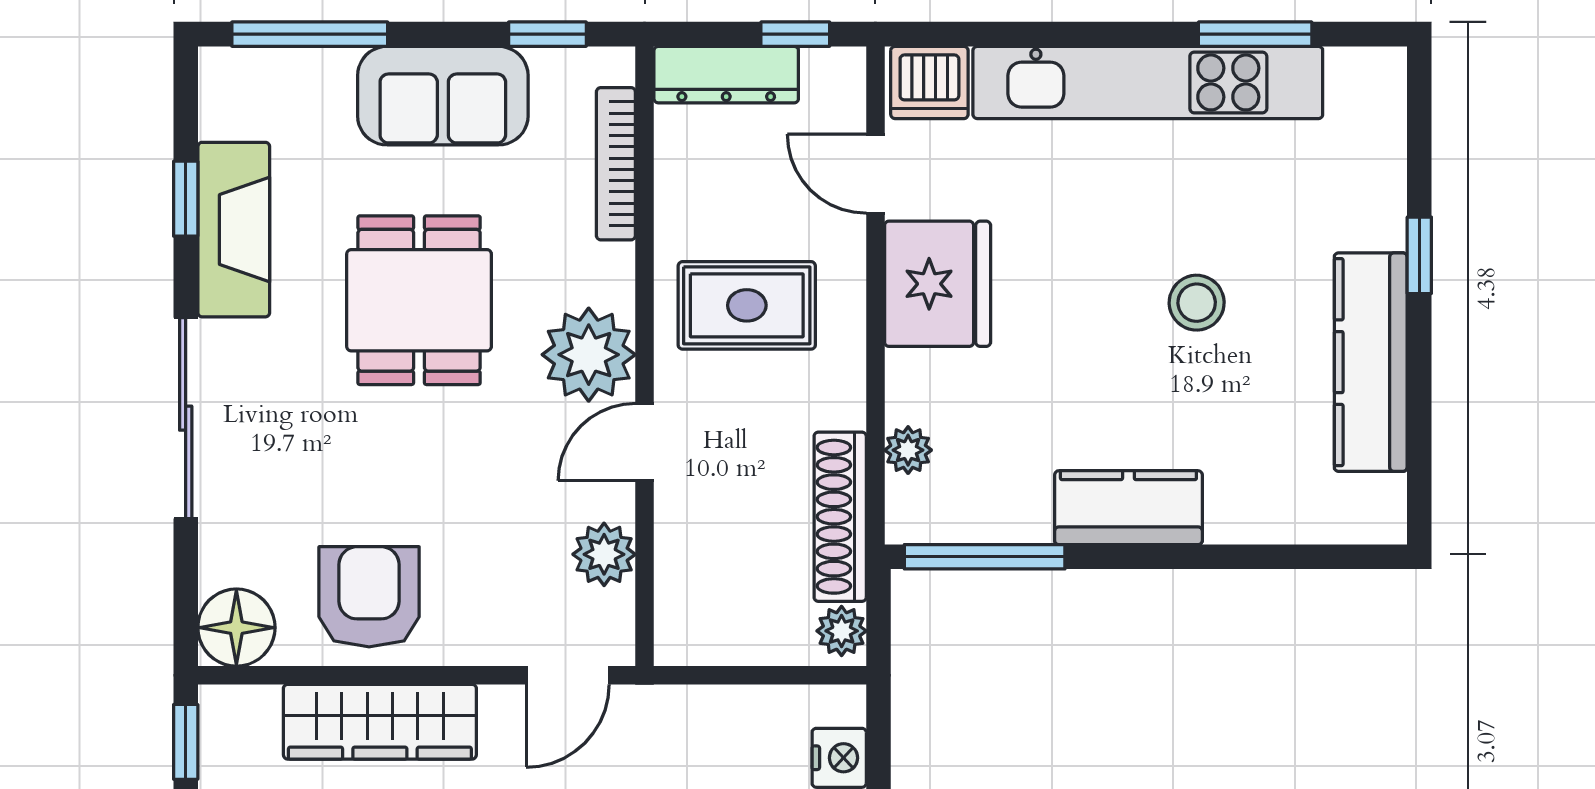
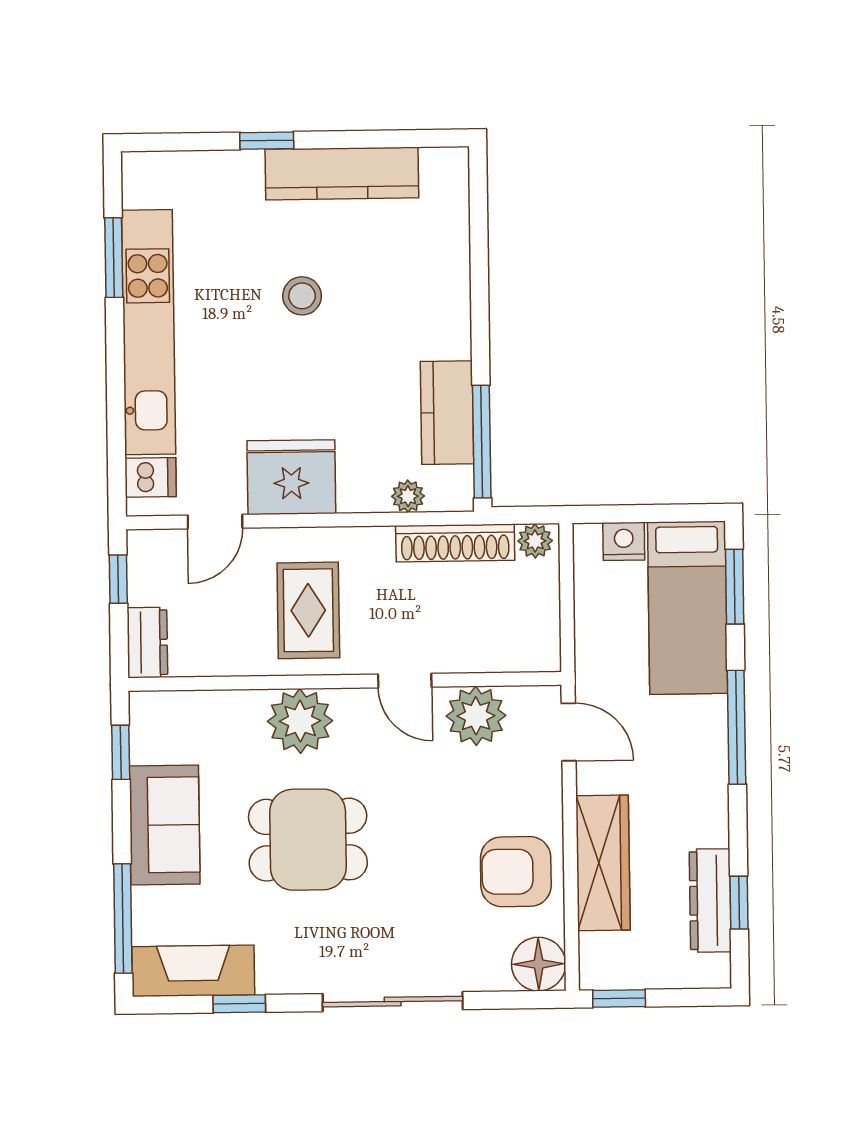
dresser: (726, 75) -> (147, 642), width x0.70
dishwasher: (929, 82) -> (151, 477), width x0.73
bookcase: (616, 164) -> (211, 703), removed
fireplace: (234, 230) -> (193, 971), moved
plant: (589, 355) -> (300, 721), moved
kitchen counter: (1128, 508) -> (447, 413), moved
plant: (604, 554) -> (476, 716), width x1.36, depth x1.36

